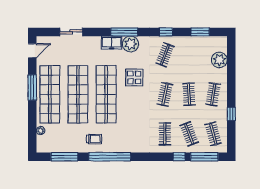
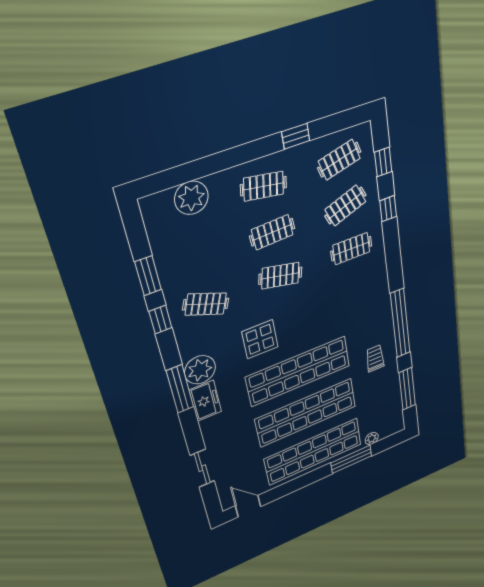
window: (200, 32) -> (148, 276), moved
window: (32, 88) -> (351, 459), moved
window: (204, 157) -> (383, 162), width x0.46

